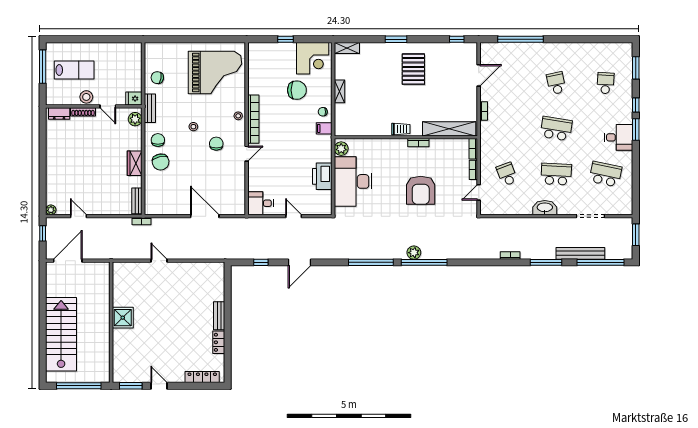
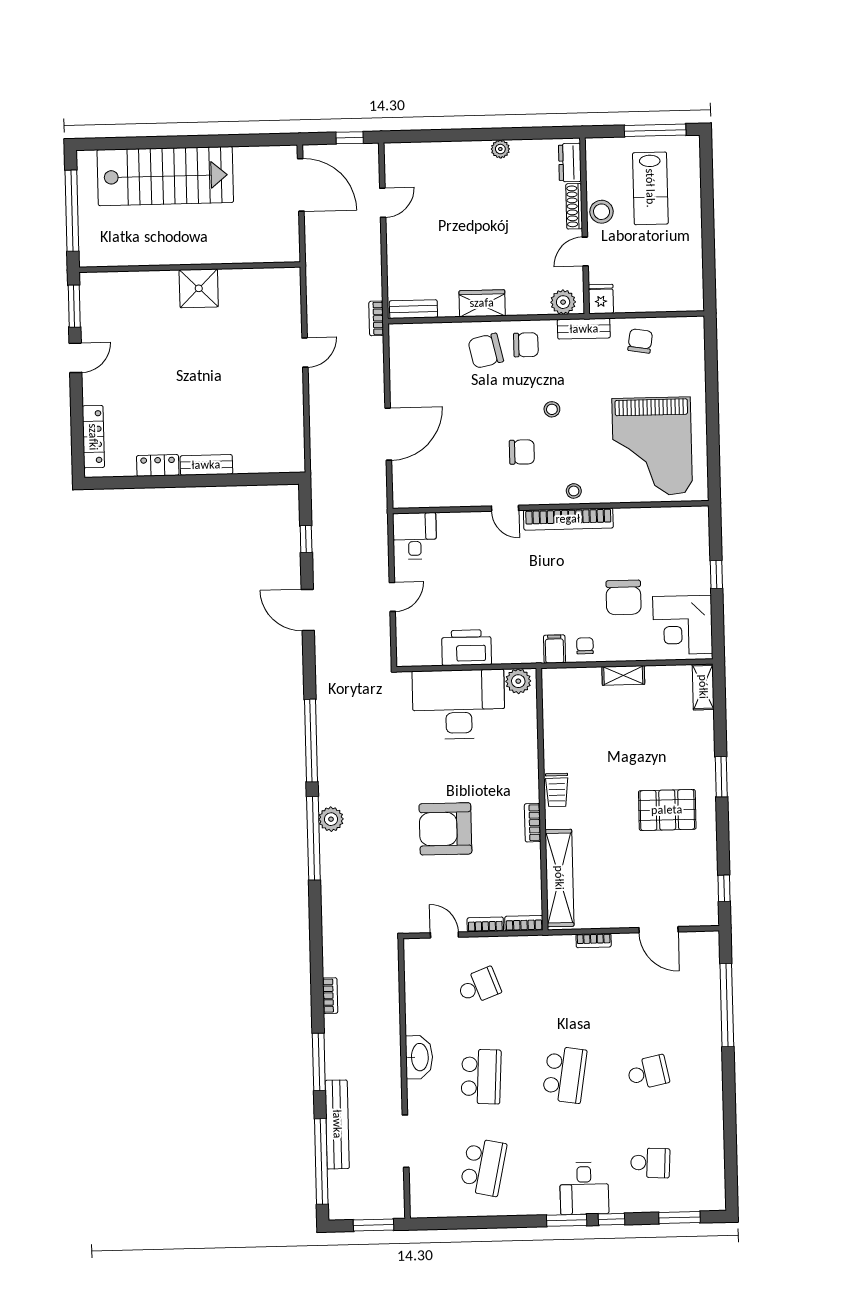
desk: (619, 137) -> (584, 1188), moved
plant: (51, 210) -> (500, 149), moved

